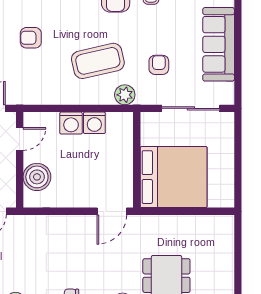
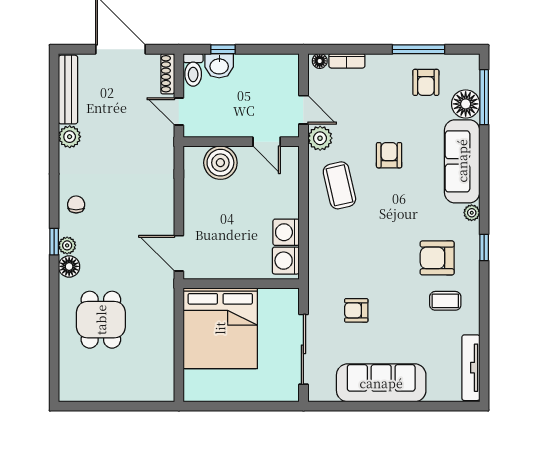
coffee table: (98, 61) -> (339, 185), moved, width x0.73, depth x0.76
armchair: (159, 65) -> (356, 310), turned 180
plant: (125, 95) -> (320, 138), moved
washing machine: (71, 123) -> (286, 261), moved

